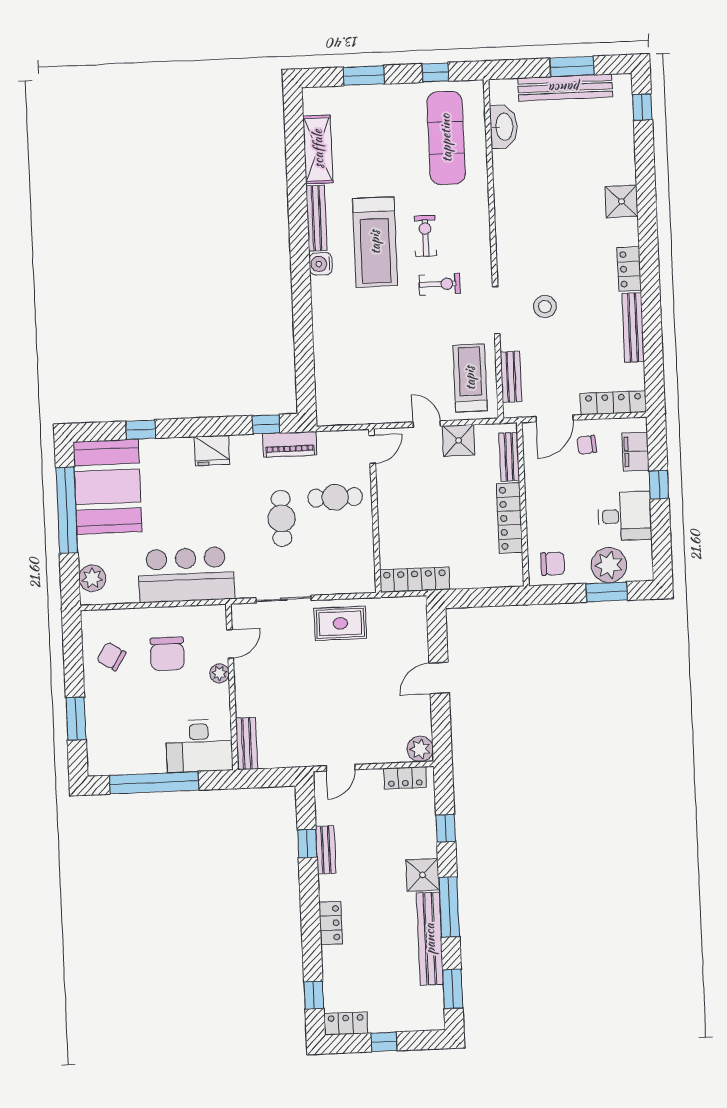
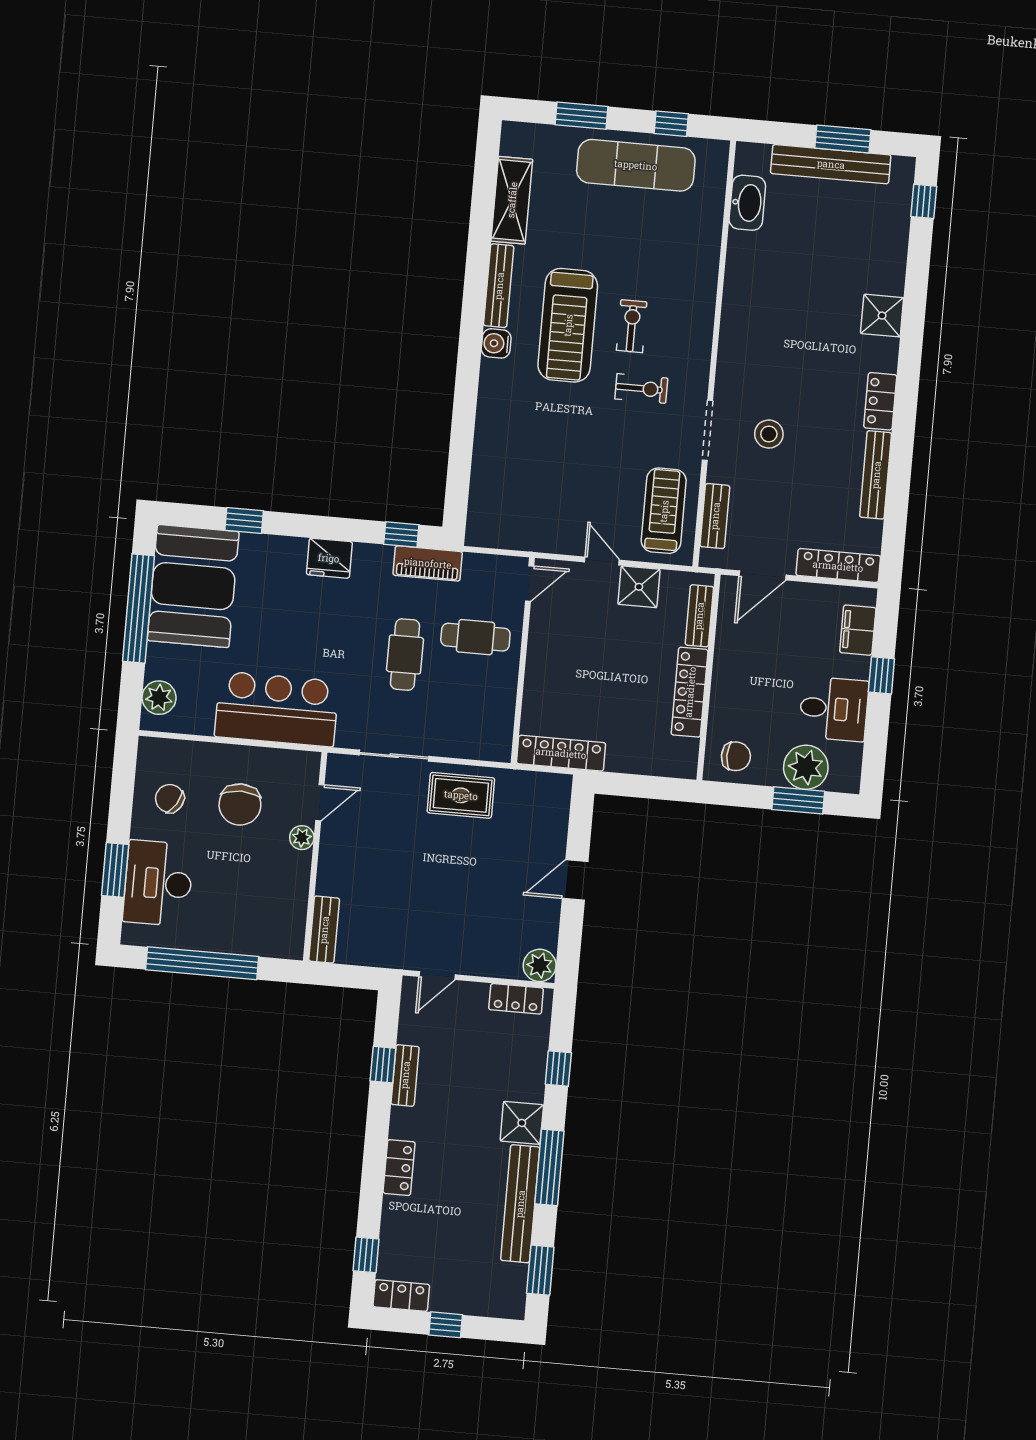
exercise mat: (446, 138) -> (636, 165), moved, turned 90
chair: (587, 445) -> (798, 614), removed
desk: (199, 746) -> (158, 883), moved, turned 90

